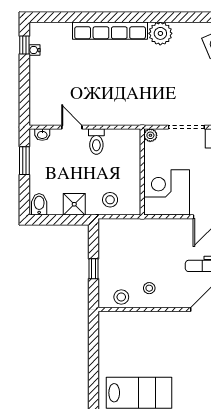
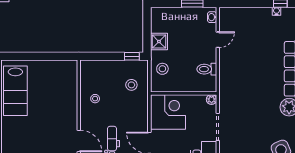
toilet: (96, 142) -> (207, 69), moved
bidet: (39, 204) -> (159, 15), removed
window: (93, 269) -> (132, 56), moved
stool: (121, 297) -> (131, 85), moved

